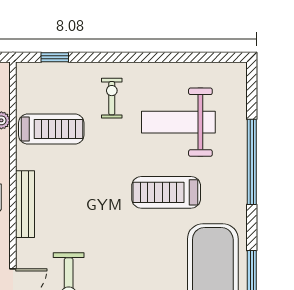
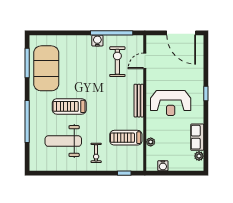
weight bench: (178, 122) -> (63, 141), turned 180
treadmill: (166, 192) -> (69, 106), turned 180

